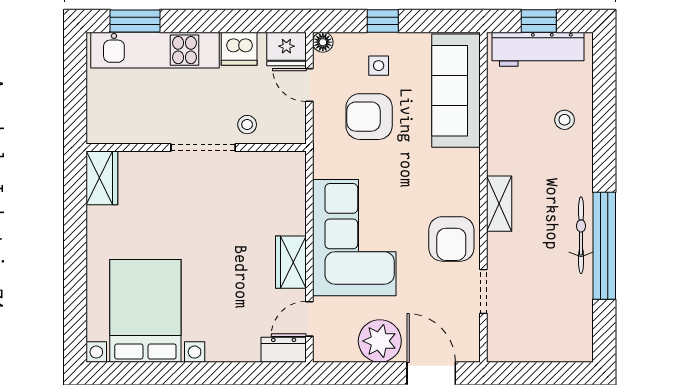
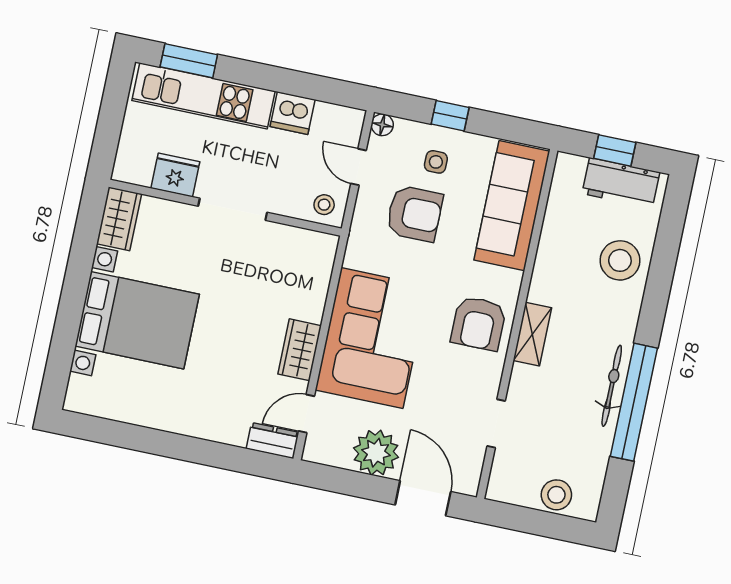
fridge: (286, 49) -> (175, 175), moved, turned 180
workbench: (538, 49) -> (621, 183), width x0.73
armchair: (369, 117) -> (414, 214), turned 180
stool: (565, 120) -> (620, 260), width x1.89, depth x1.89
stool: (247, 125) -> (324, 205), moved
armchair: (451, 239) -> (478, 323), moved
bed with nightstands: (145, 311) -> (137, 320), moved, turned 90
stool: (552, 345) -> (556, 495), added

